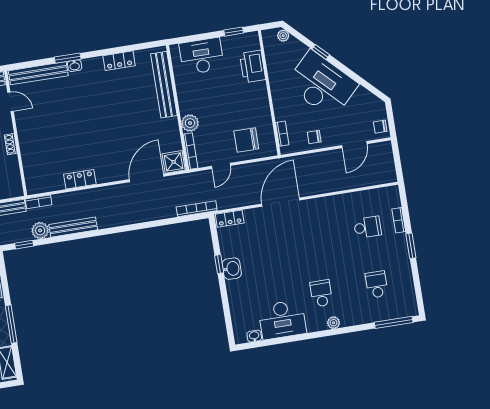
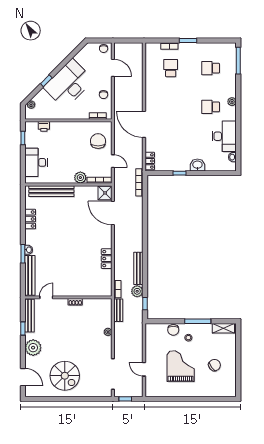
printer: (253, 66) -> (44, 126), width x0.53, depth x0.68
chair: (246, 140) -> (98, 141), turned 180
washbasin: (232, 269) -> (197, 165), moved

